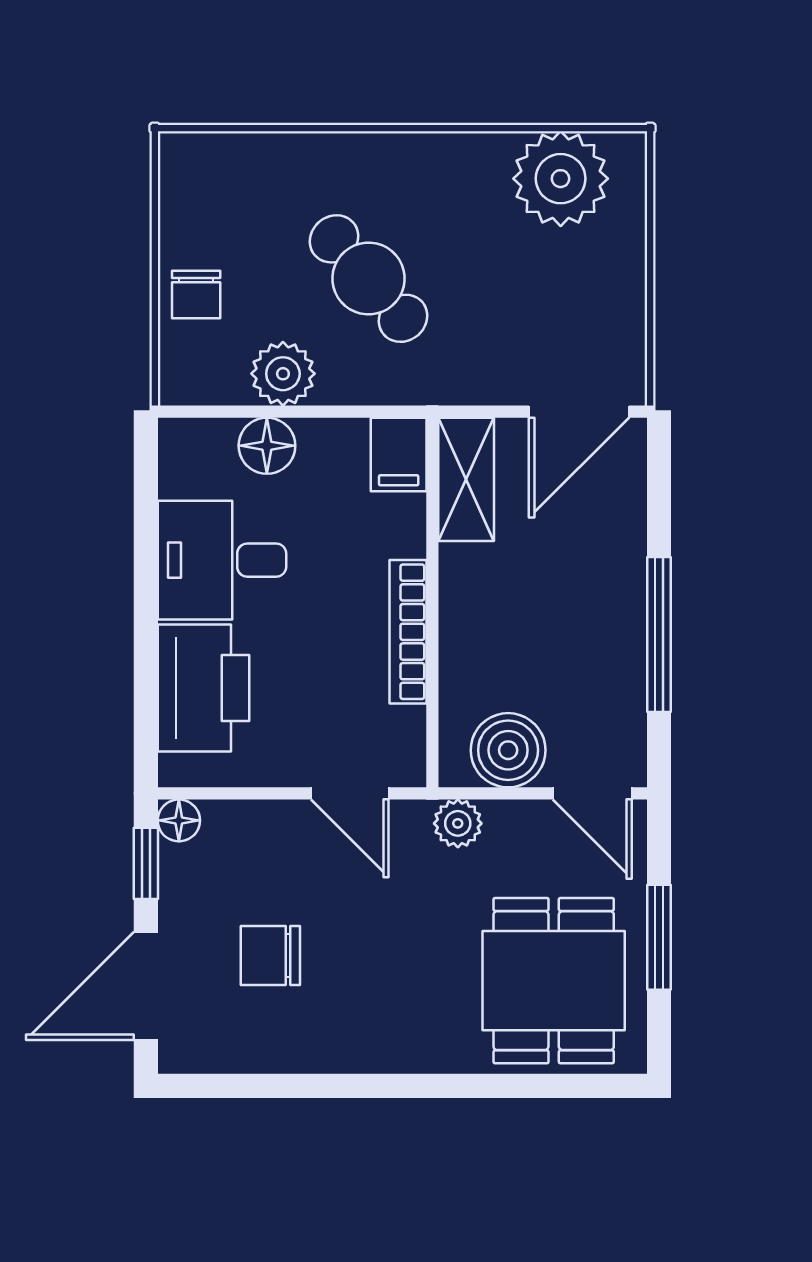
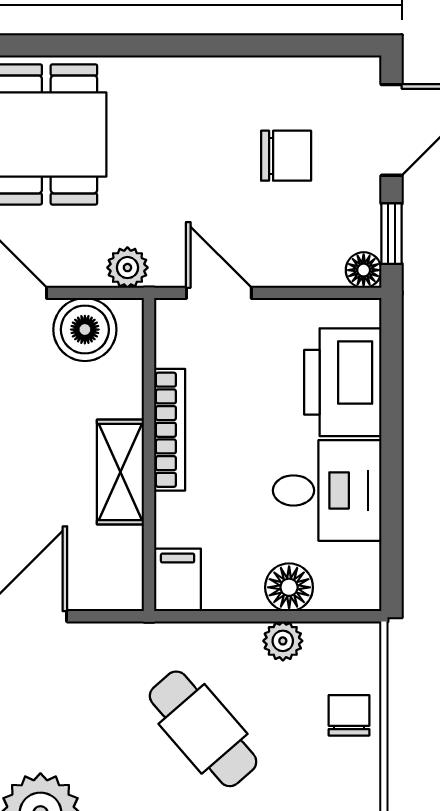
plant: (283, 374) -> (283, 641), width x0.73, depth x0.73
shelving: (466, 479) -> (120, 472), moved

